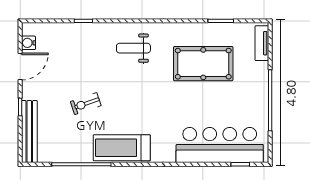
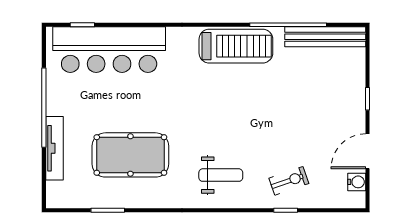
tv unit: (262, 43) -> (55, 148), moved, width x1.41
exercise bike: (86, 104) -> (289, 181), moved
bench: (29, 132) -> (325, 37), moved, turned 90

